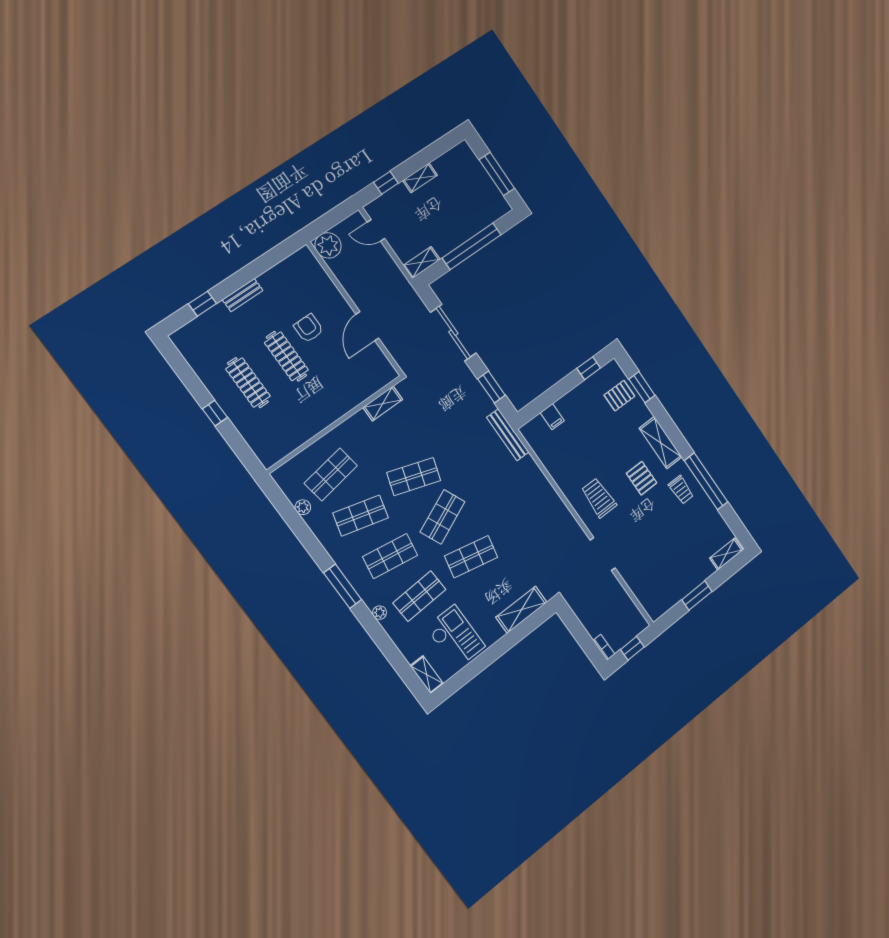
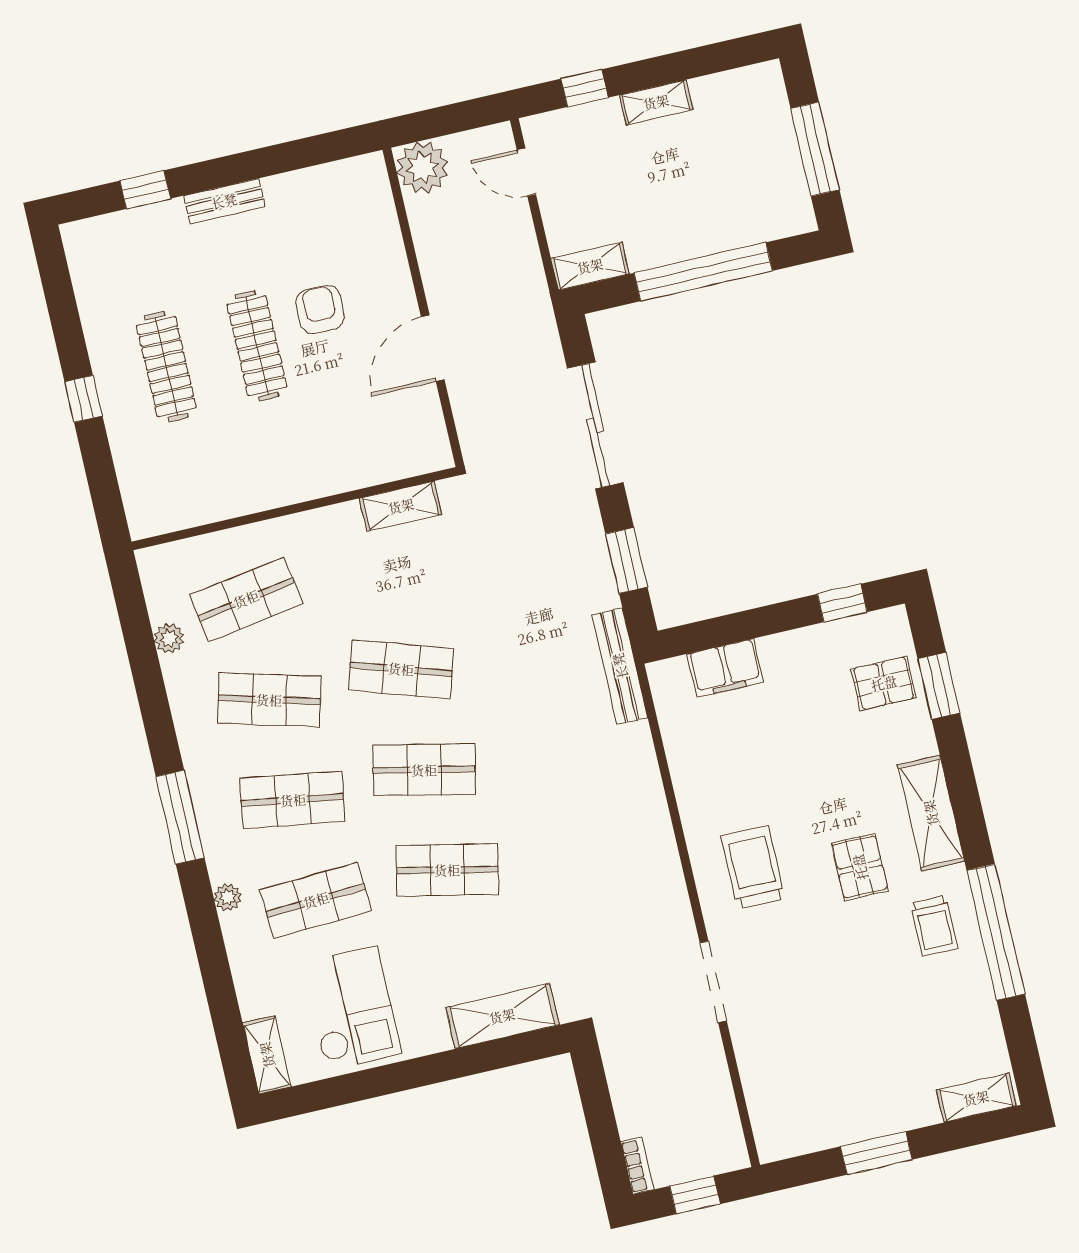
filing cabinet: (552, 417) -> (725, 668), width x2.00
shop shelf: (443, 517) -> (424, 770), turned 36

